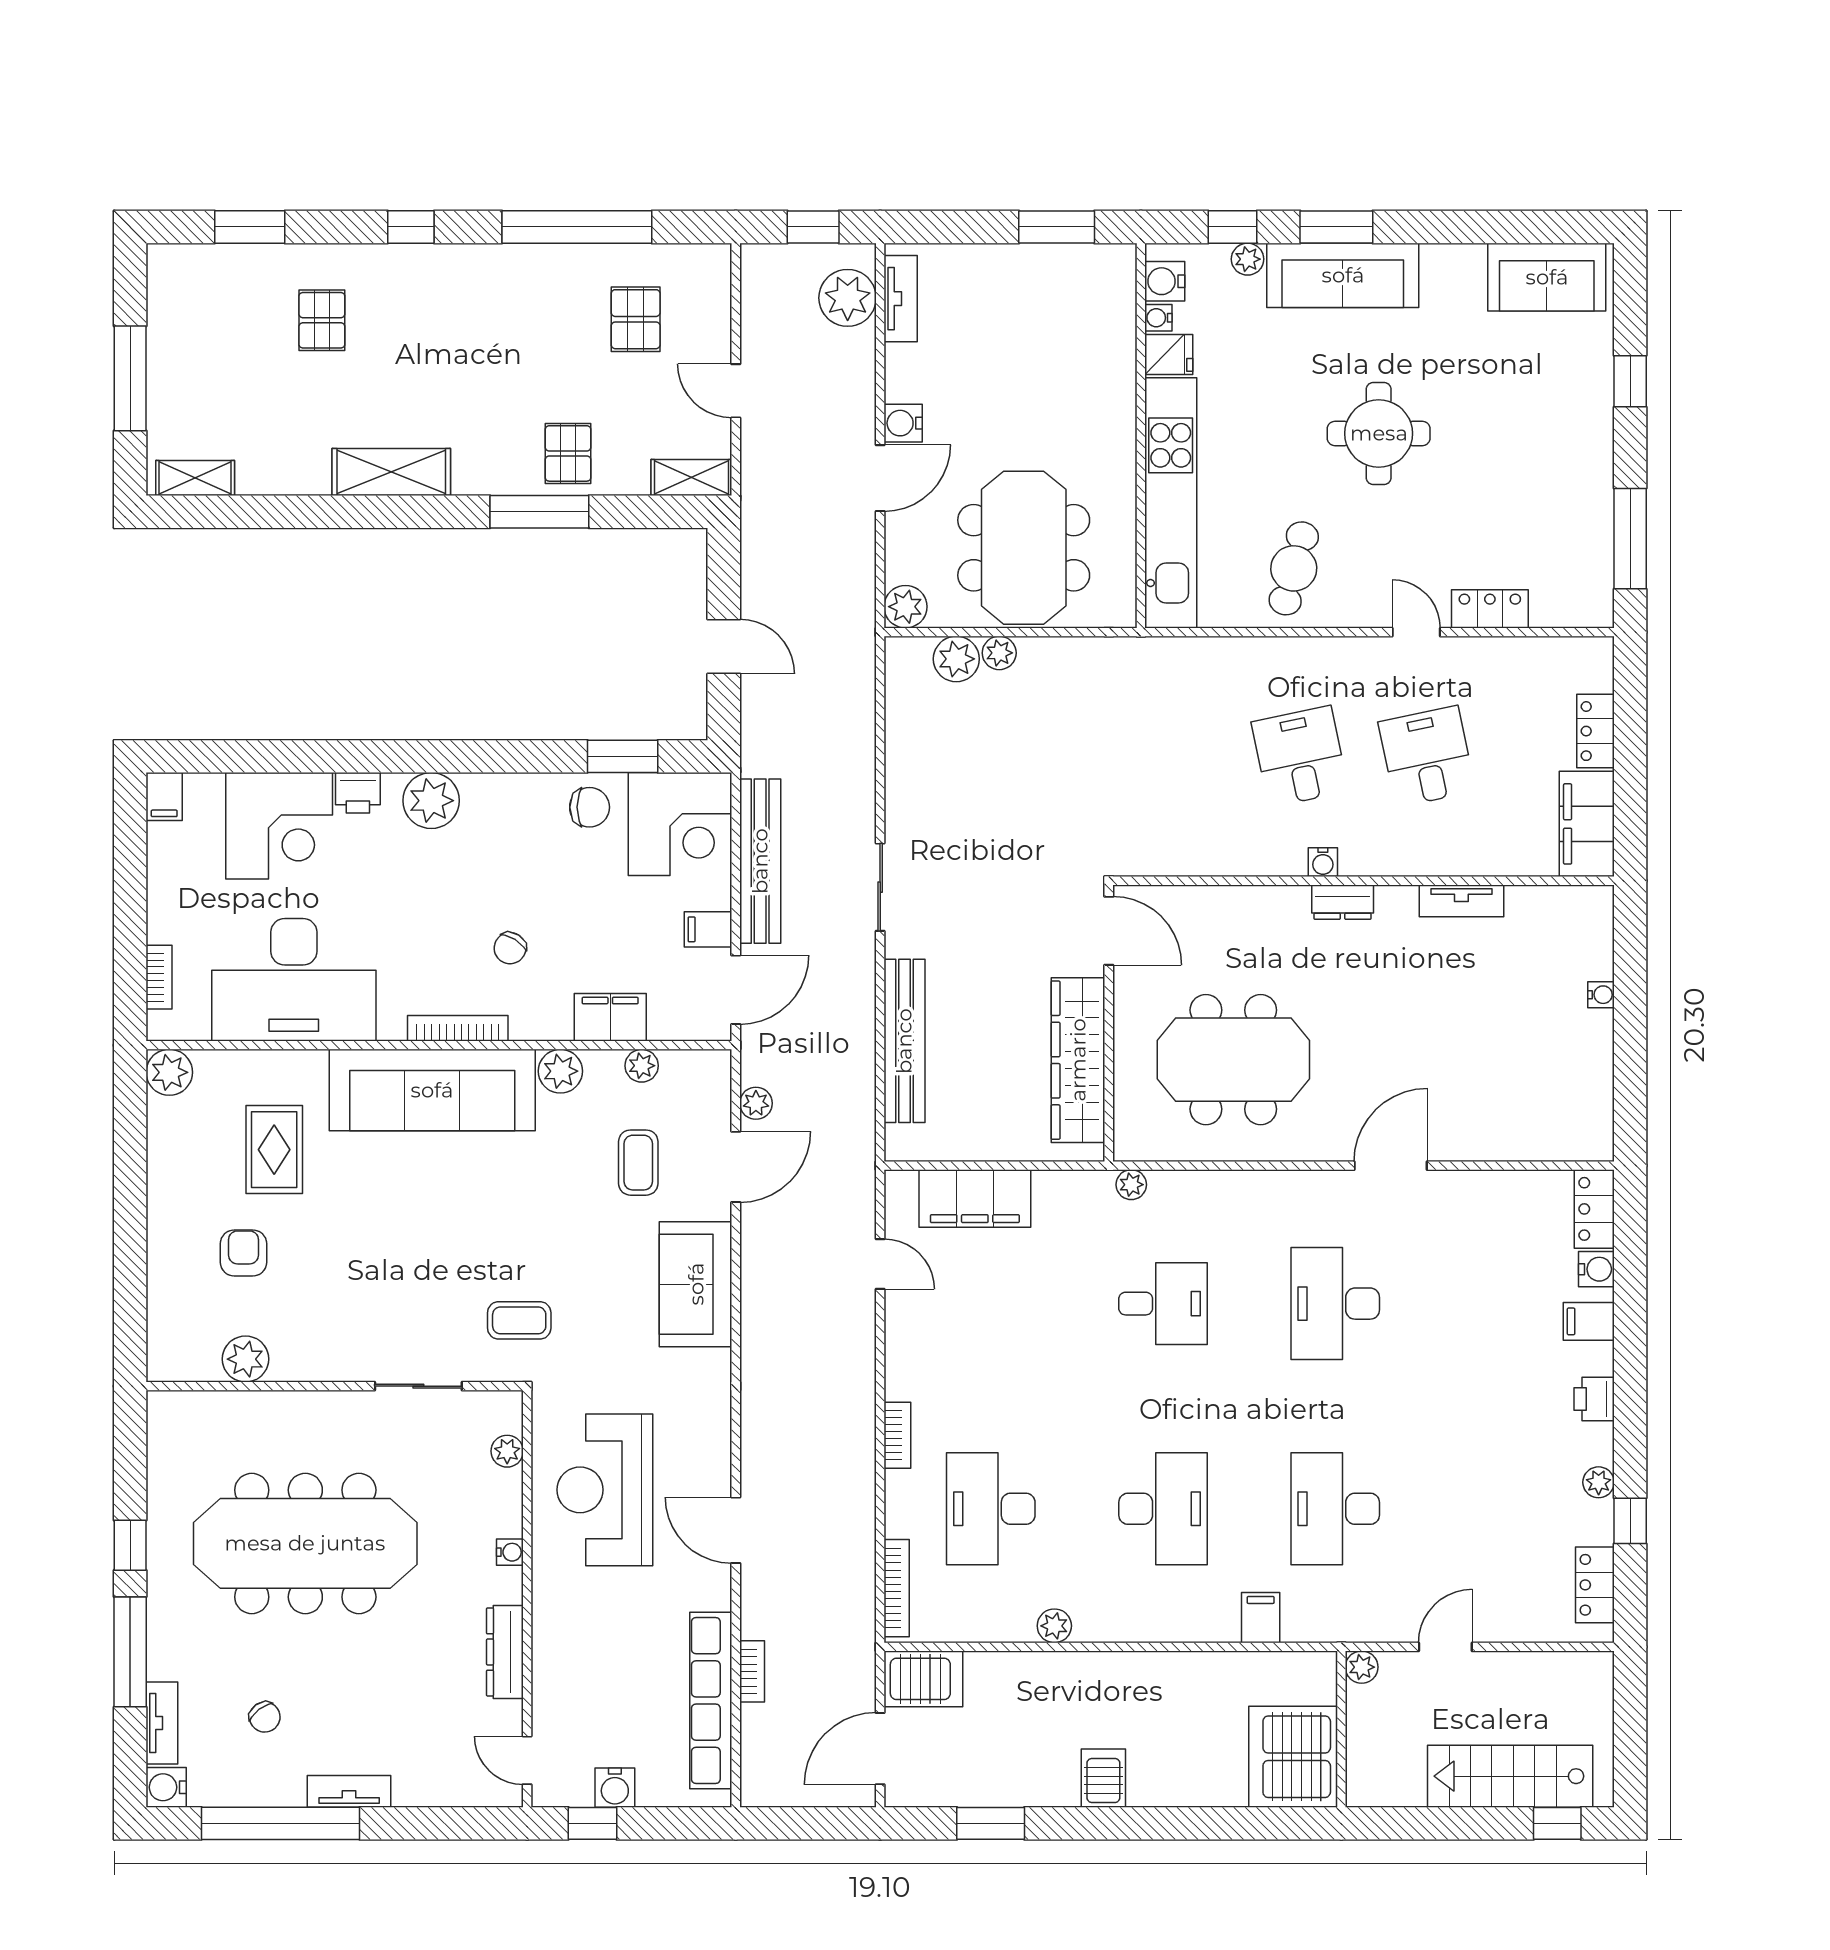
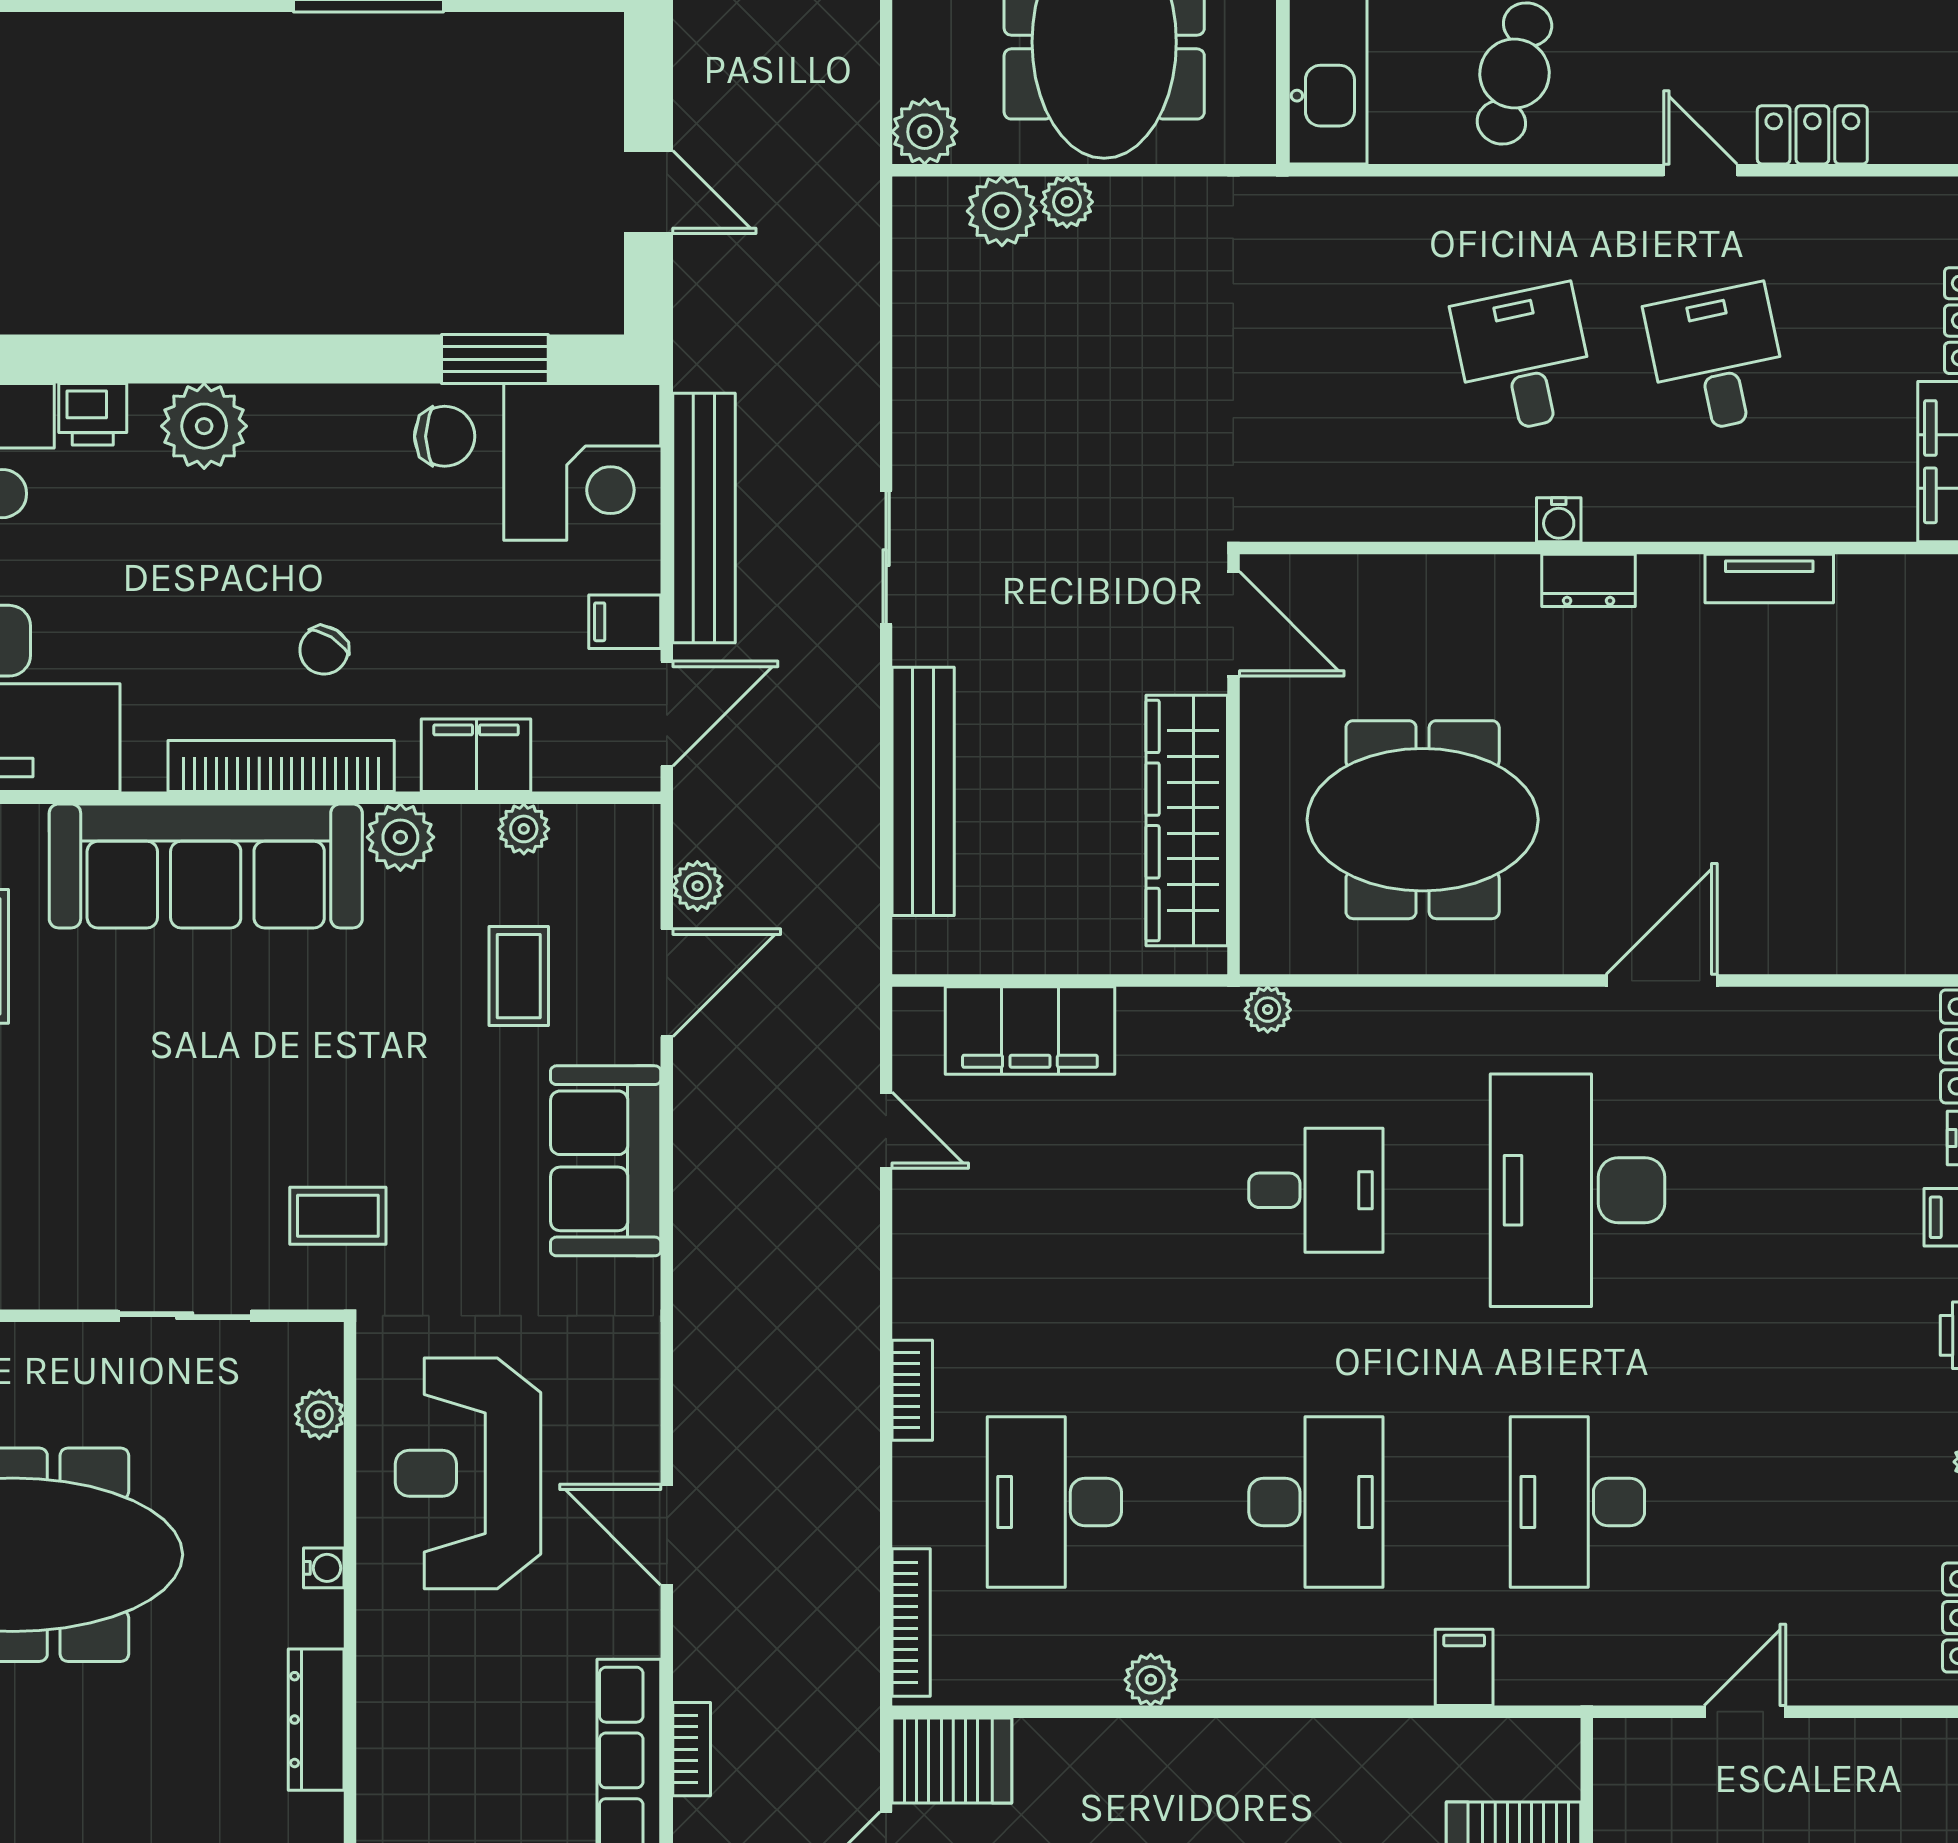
bookcase: (458, 1028) -> (281, 766), width x1.48, depth x1.31
desk: (1335, 1304) -> (1577, 1190), width x1.36, depth x1.30
plant: (1362, 1667) -> (1618, 1742), removed

